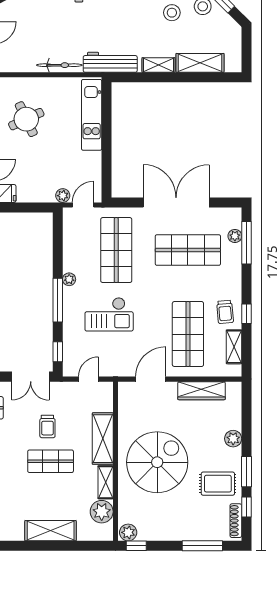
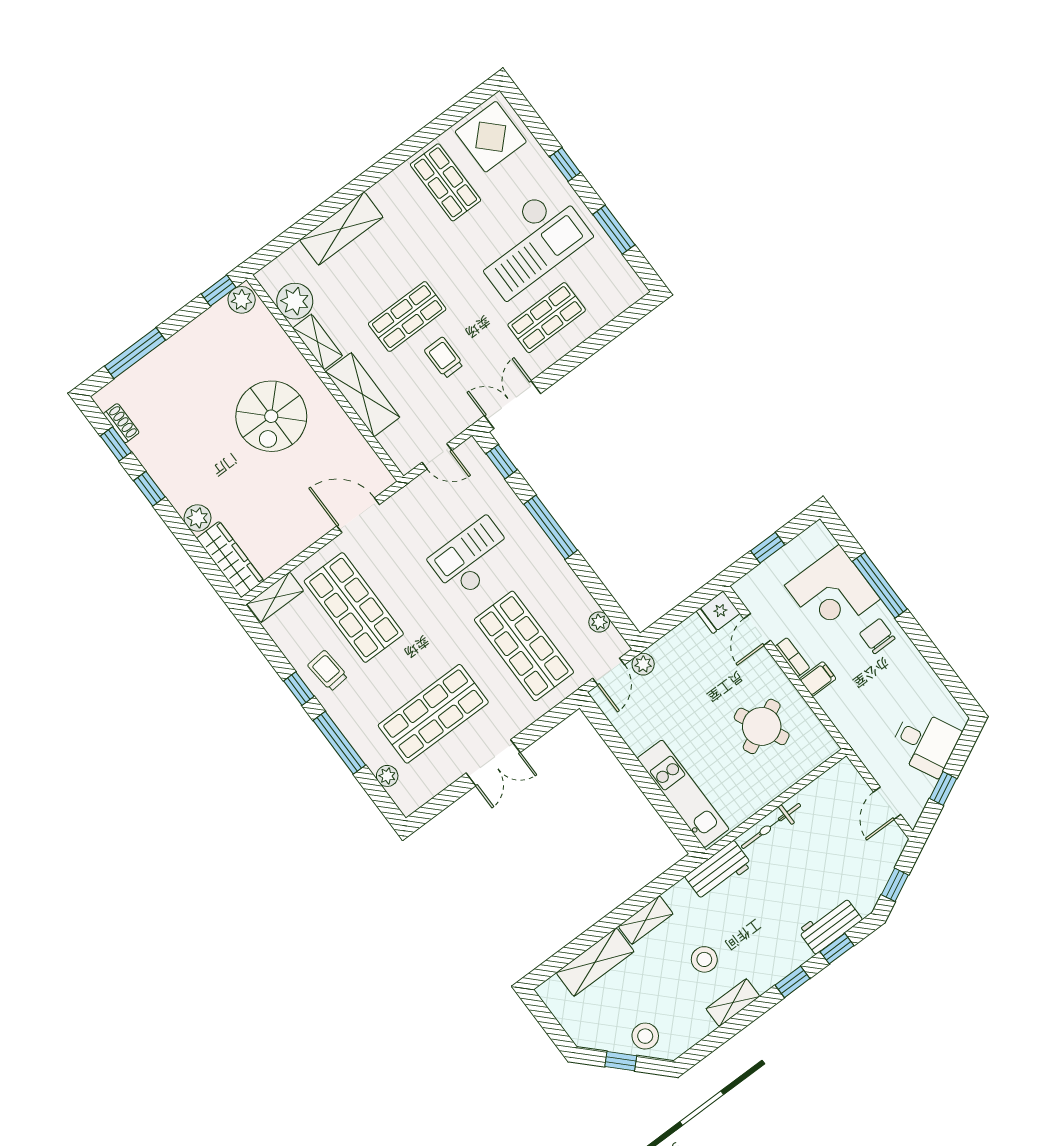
stool: (172, 13) -> (704, 959), moved
workbench: (110, 62) -> (719, 871), width x0.73
double door: (176, 203) -> (493, 763), width x0.54
window: (246, 243) -> (339, 743), moved
plant: (69, 279) -> (599, 622), moved
shelving: (234, 347) -> (275, 597), moved, turned 90
door: (88, 379) -> (437, 456), hinge flipped
door: (151, 379) -> (358, 515), swing flipped
wardrobe: (202, 391) -> (230, 560), moved, turned 90
spiral stairs: (157, 462) -> (271, 416), width x0.73, depth x0.73
window: (246, 472) -> (149, 489), width x0.67
rug: (218, 484) -> (174, 447), removed
shoe rack: (236, 521) -> (121, 423), width x0.70

